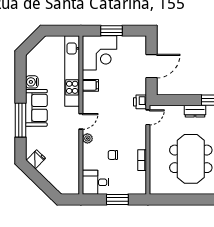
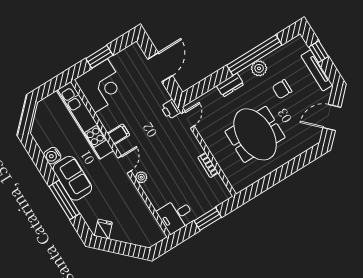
filing cabinet: (90, 85) -> (119, 134), moved
chair: (113, 155) -> (176, 178), removed

